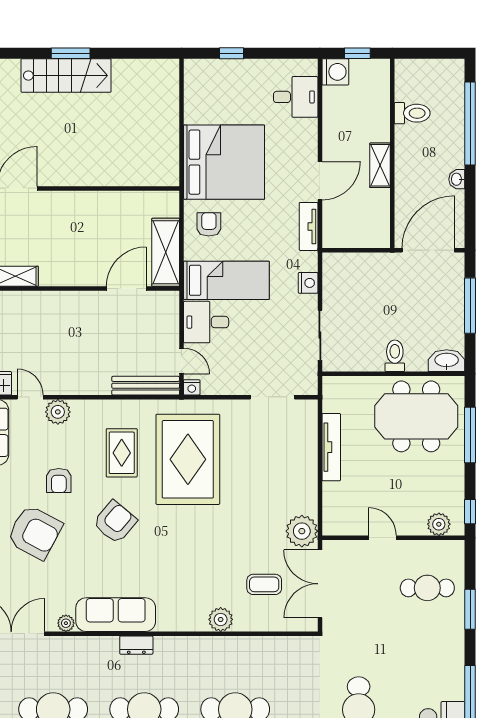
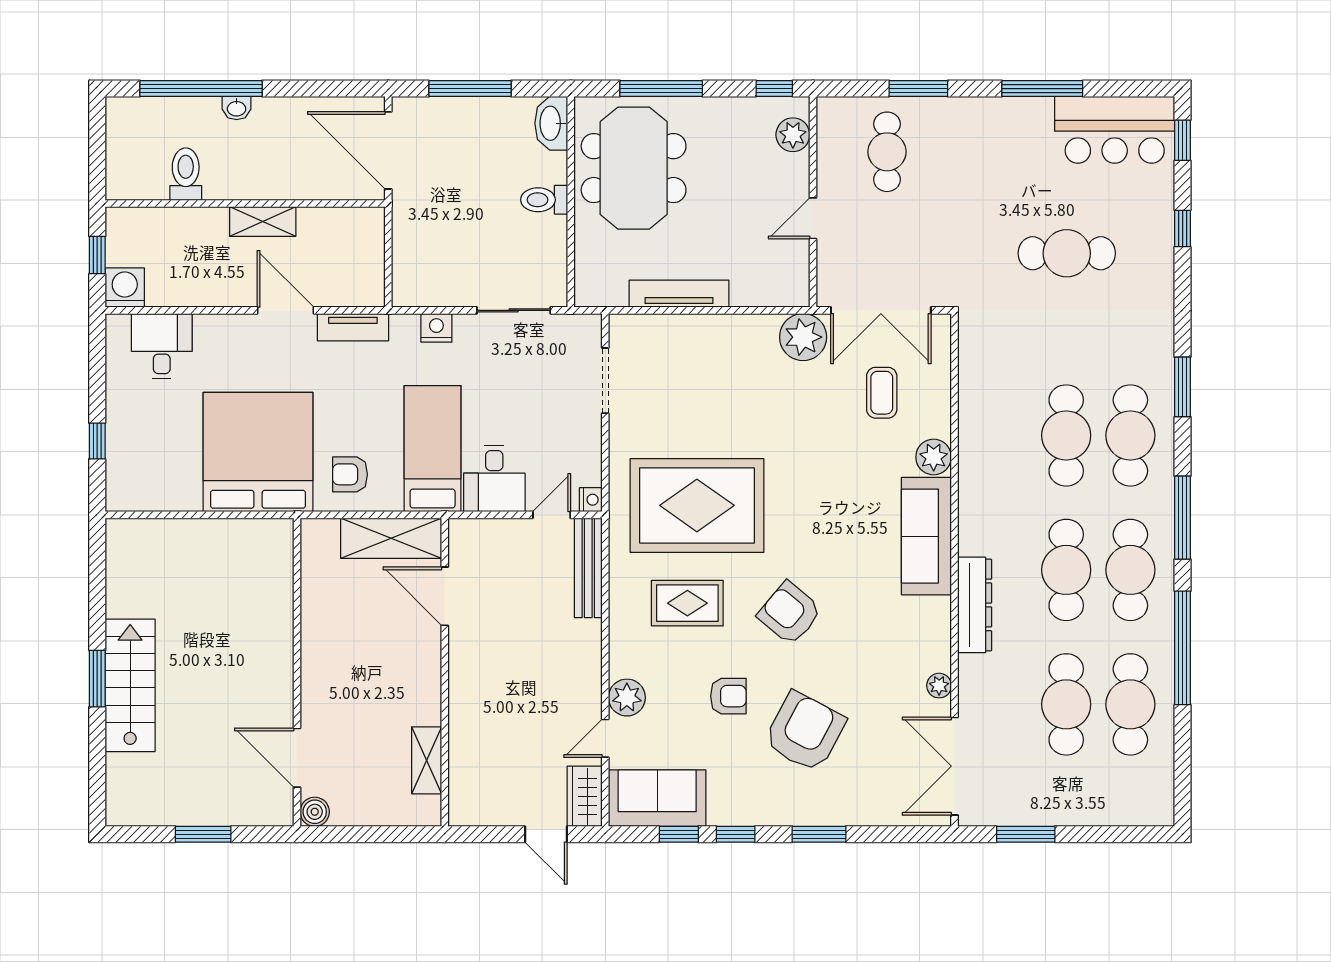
washbasin: (457, 179) -> (237, 108), moved
sofa: (116, 615) -> (926, 536), moved
dresser: (136, 645) -> (975, 605), width x1.96, depth x1.24

